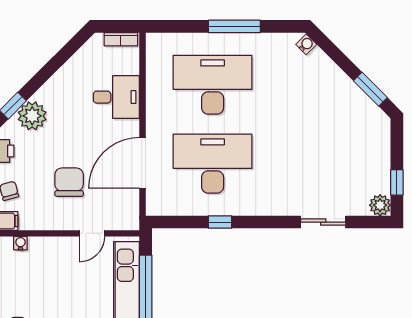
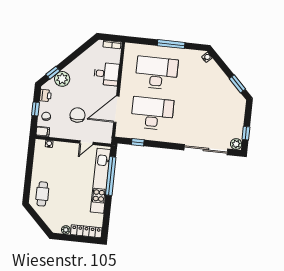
window: (220, 222) -> (138, 142), moved
sliding door: (323, 222) -> (206, 150), width x1.86

